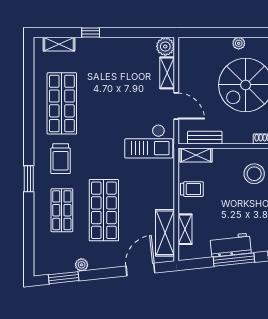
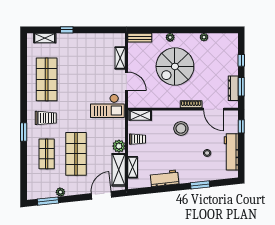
plant: (165, 46) -> (119, 146), moved
bench: (205, 138) -> (140, 38), moved
trolley: (61, 159) -> (46, 118), turned -90
window: (234, 260) -> (167, 188), removed

